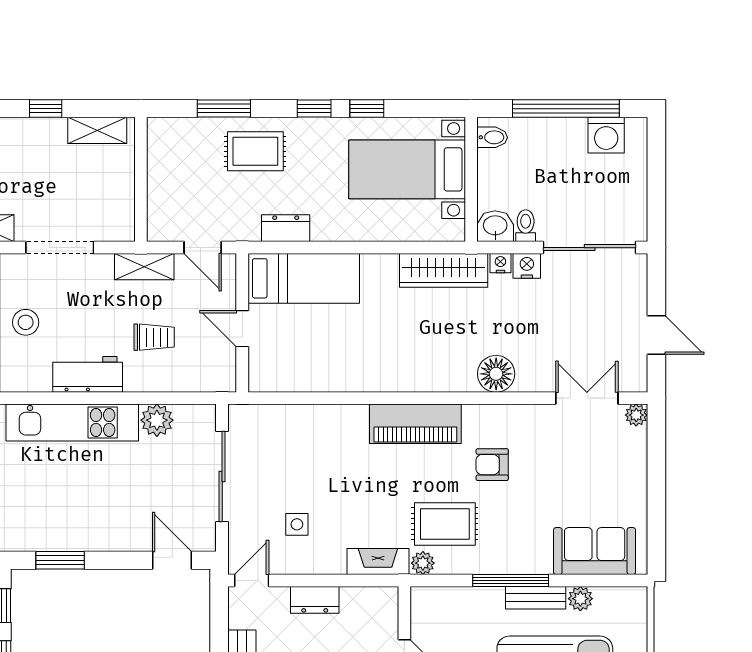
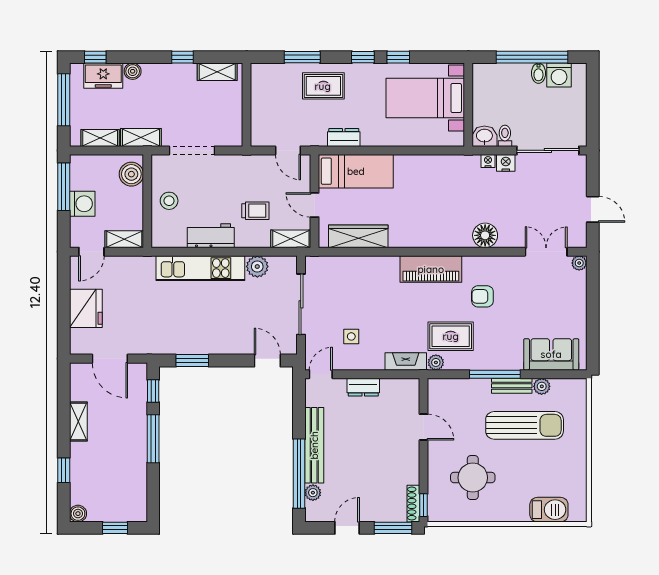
bidet: (492, 137) -> (538, 73), moved, turned 90
shelving: (144, 267) -> (291, 239), moved
wardrobe: (444, 270) -> (358, 236), moved, turned 180

